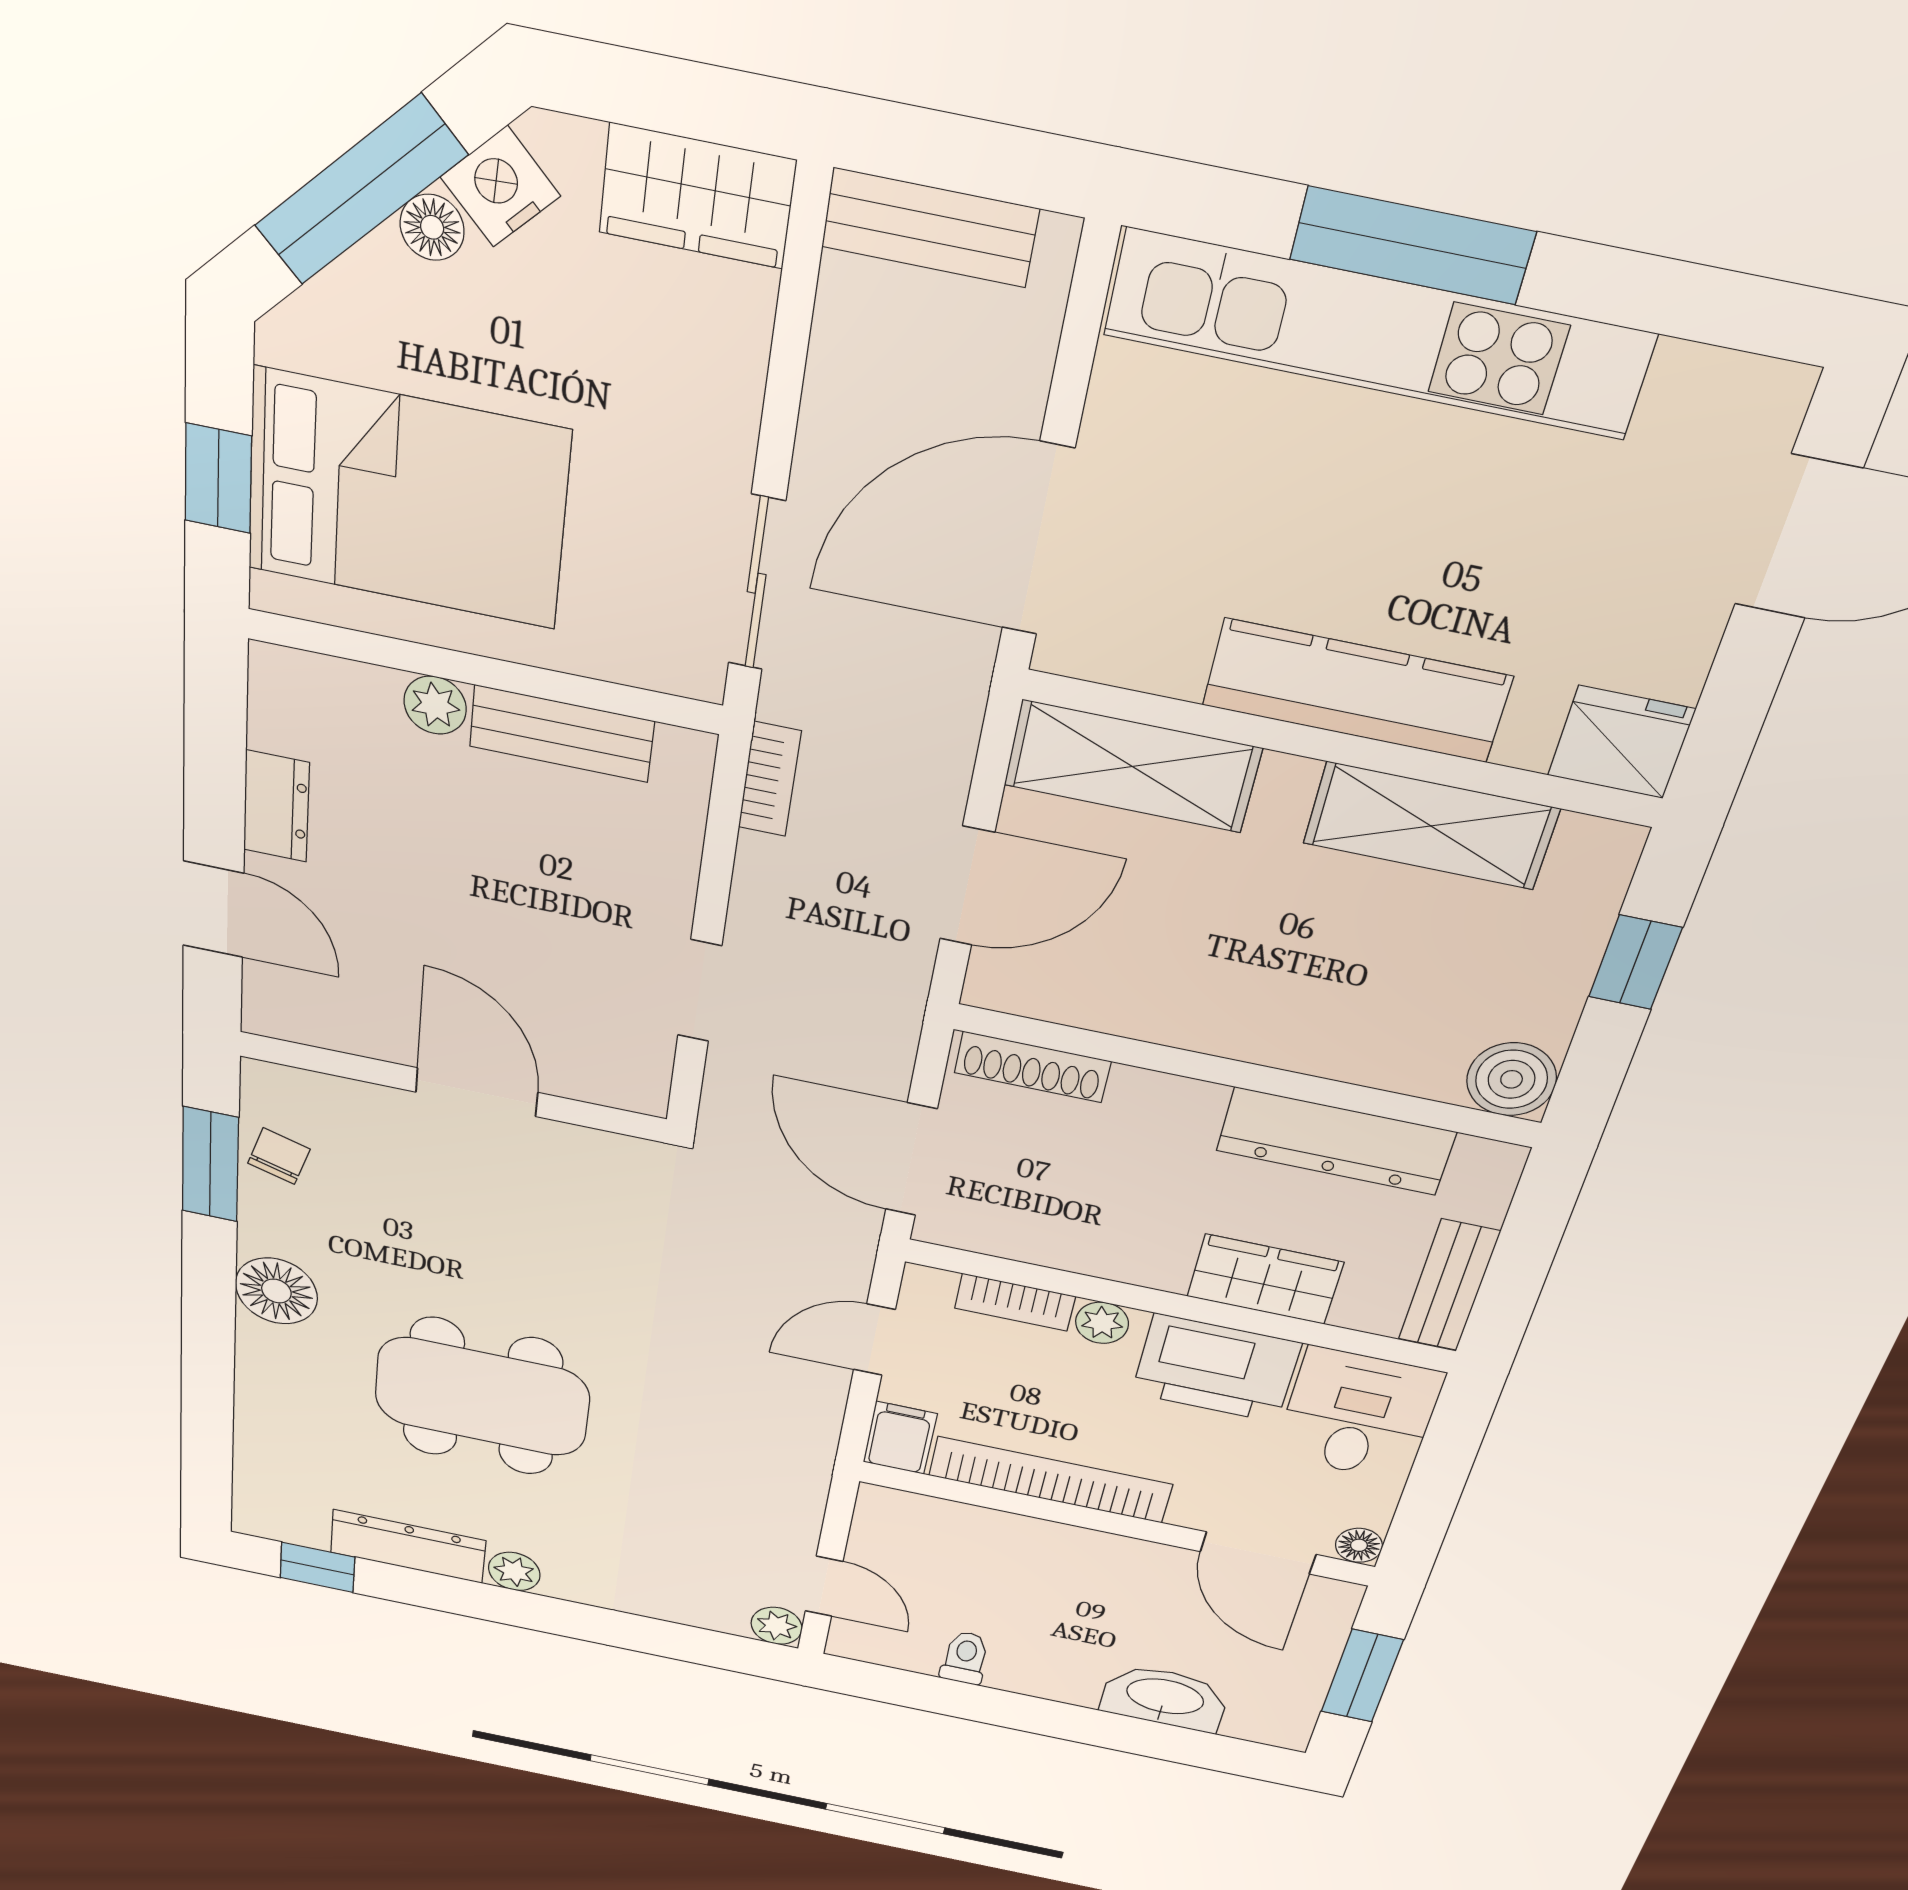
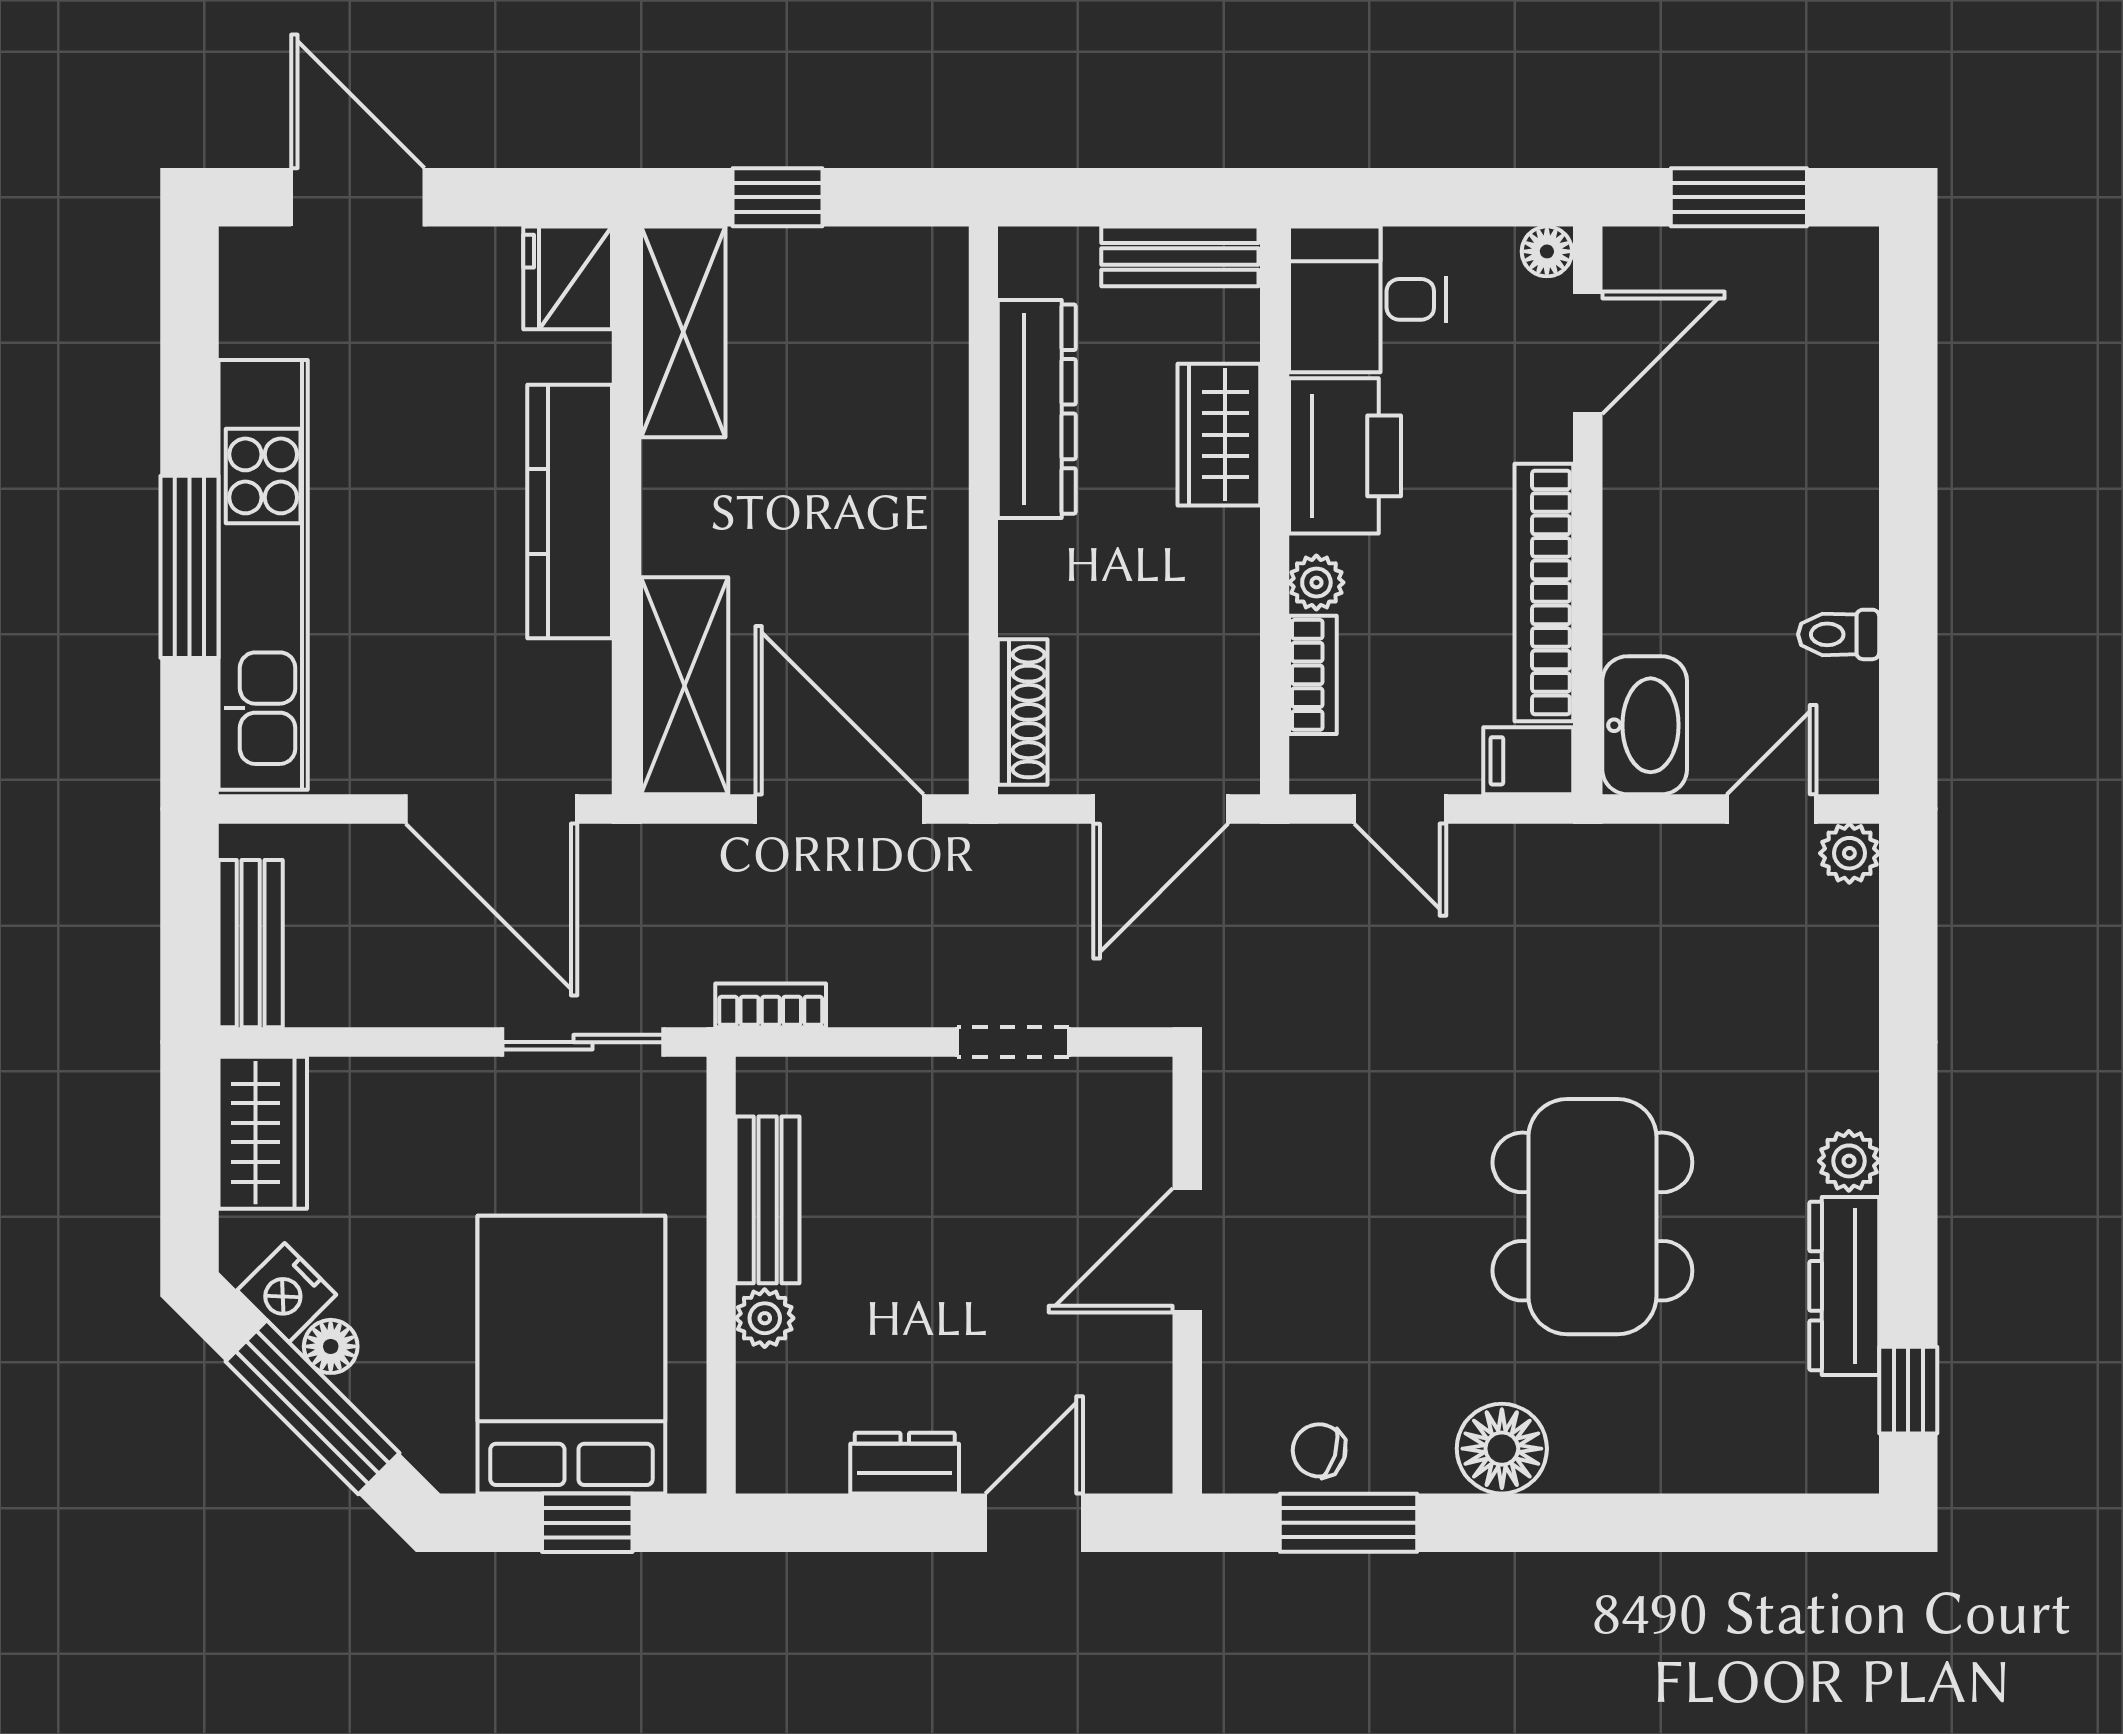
shelving: (1431, 826) -> (683, 332), moved
door: (967, 886) -> (839, 809), width x1.36
boiler: (1512, 1079) -> (927, 268), removed
washbasin: (1165, 1698) -> (1645, 725), moved, turned 180

